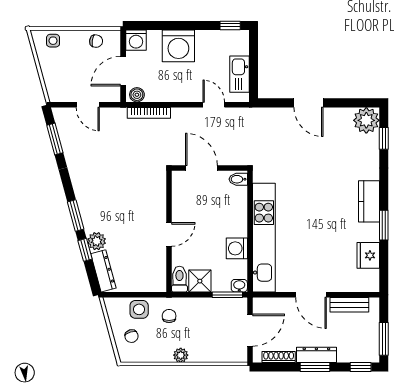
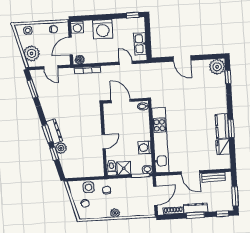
plant: (57, 80) -> (32, 53), added
kitchen counter: (369, 201) -> (222, 126), moved
dresser: (103, 271) -> (54, 131), moved

